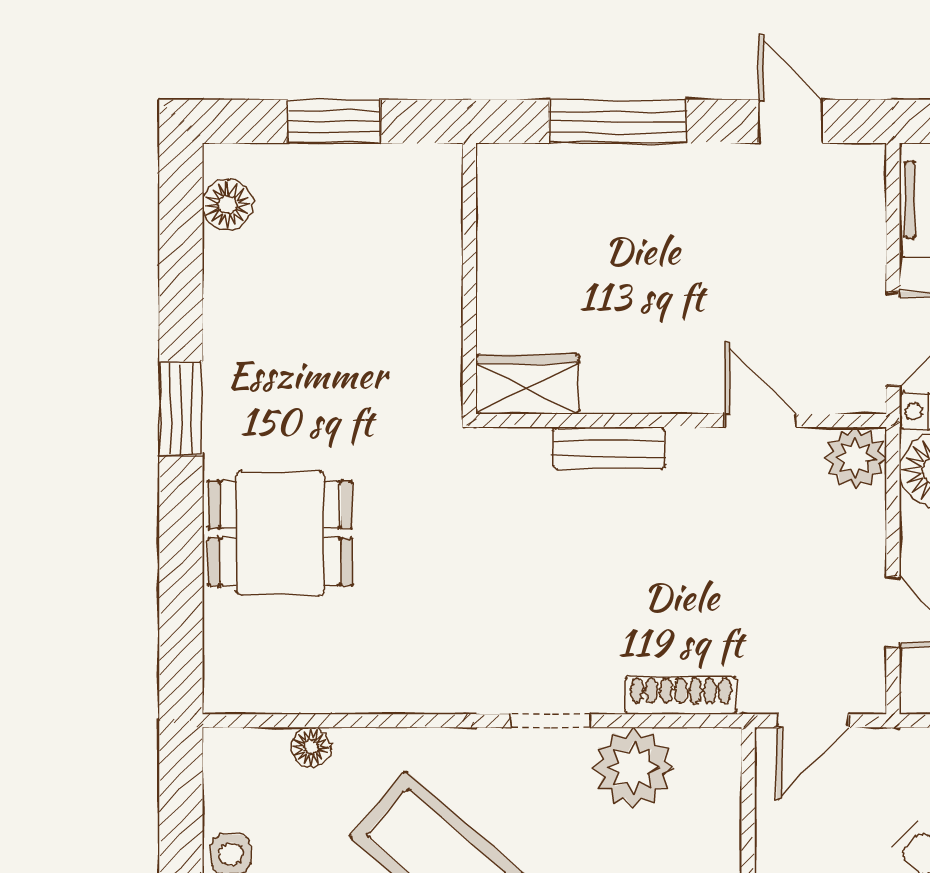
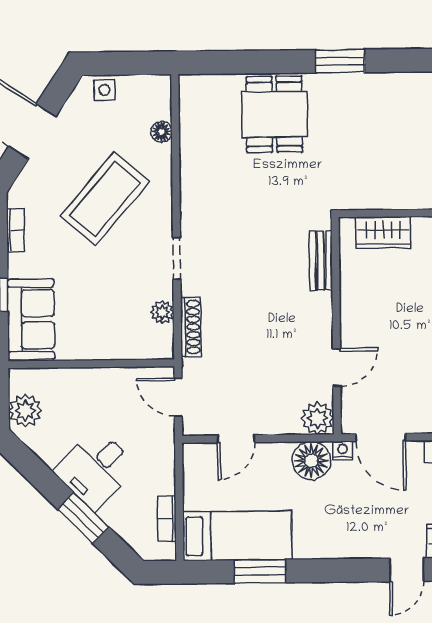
wardrobe: (527, 384) -> (383, 232), moved, turned 90
bench: (609, 448) -> (321, 261), moved
plant: (633, 768) -> (162, 312), width x0.53, depth x0.53

